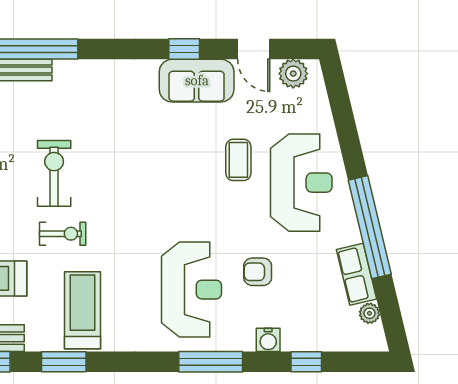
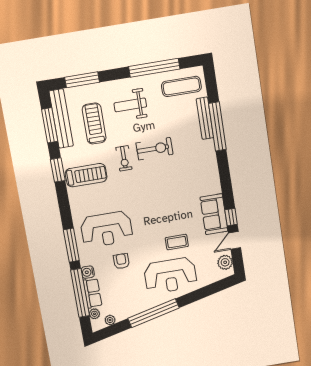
window: (184, 49) -> (231, 217), moved
row of seats: (356, 274) -> (93, 293), moved, turned 103
plant: (352, 341) -> (94, 314), added
window: (306, 362) -> (80, 293), width x3.17

